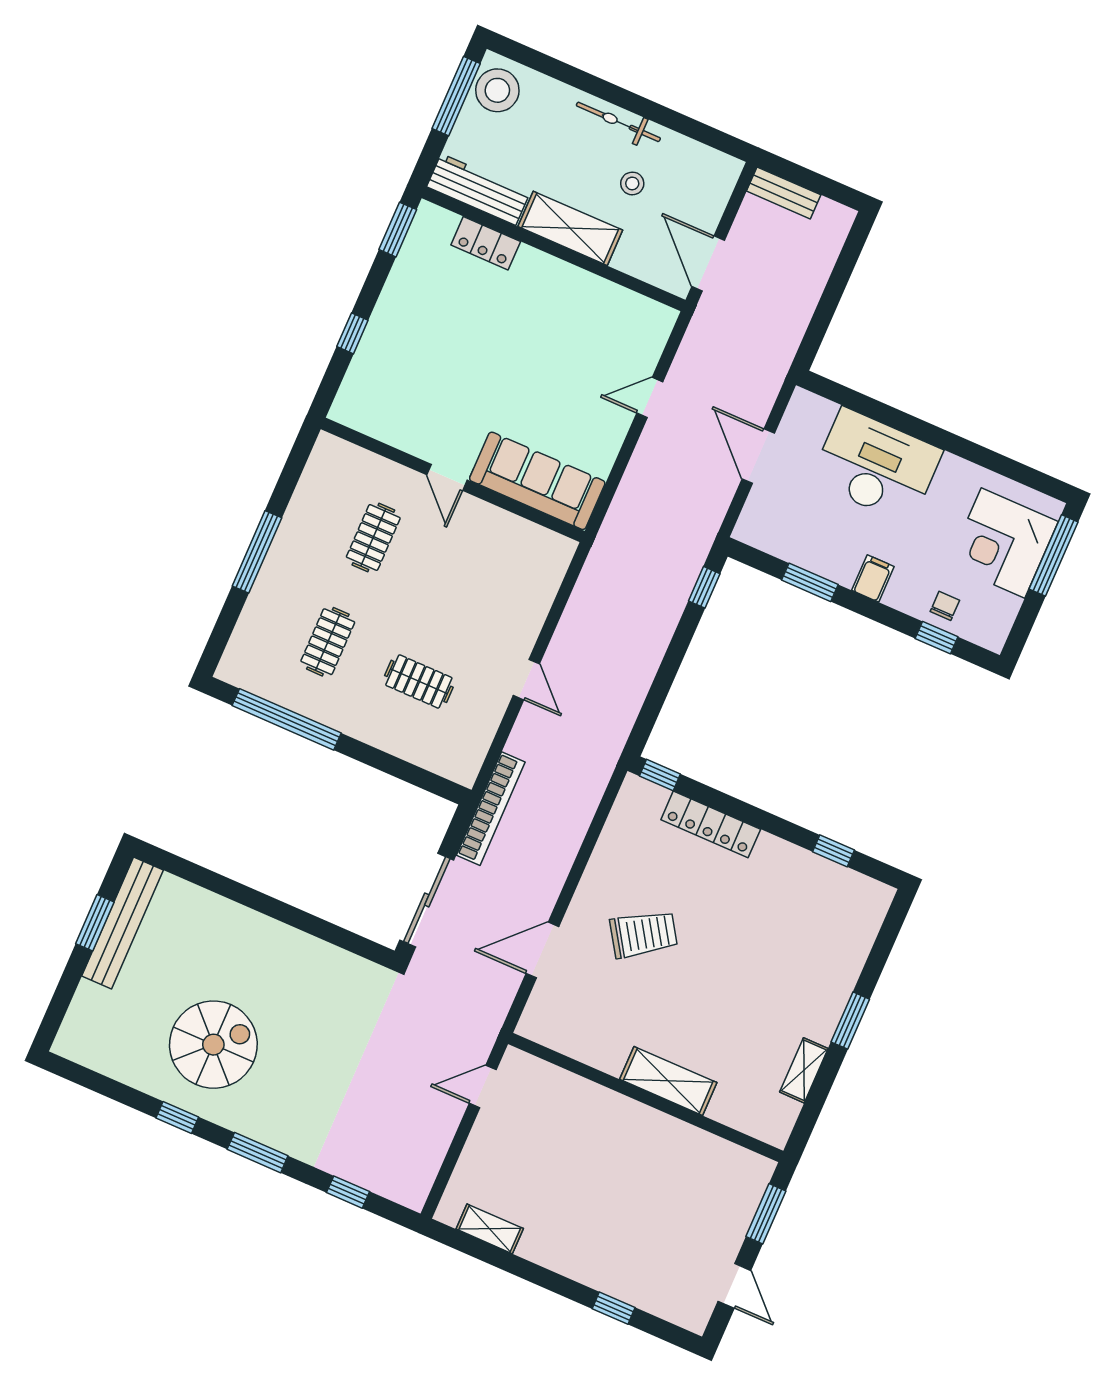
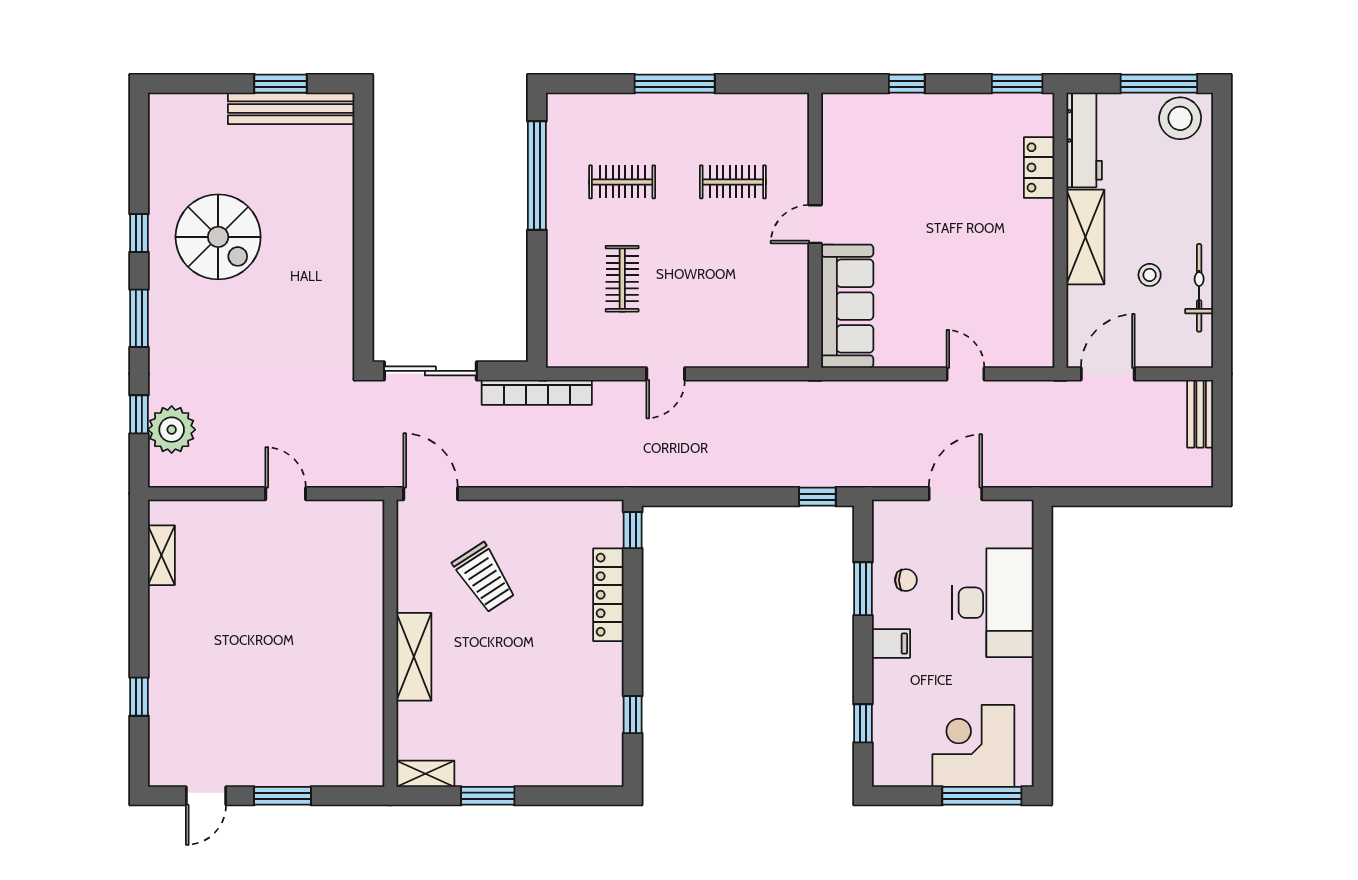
bicycle: (618, 122) -> (1199, 288), moved
chair: (945, 606) -> (906, 580), moved
shelving: (668, 1081) -> (414, 657), moved
wall: (646, 1097) -> (390, 643), moved
plant: (376, 1168) -> (172, 430), added

